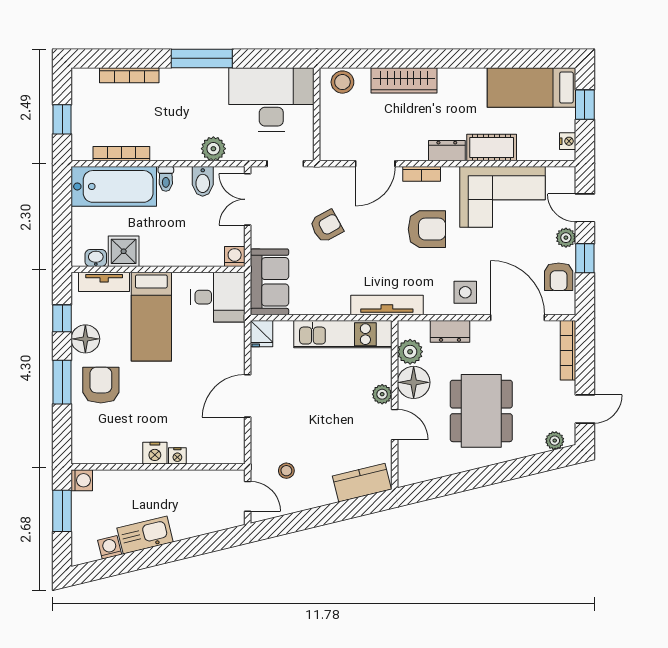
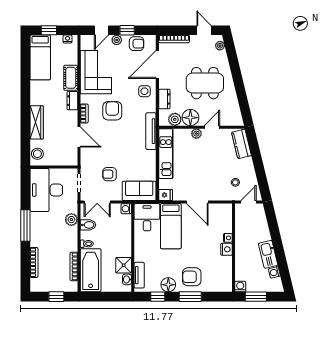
armchair: (326, 226) -> (110, 174), moved, turned -61
bed: (151, 317) -> (171, 226), moved, turned 90

